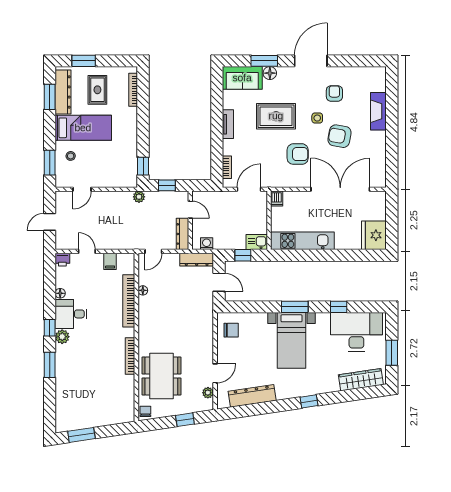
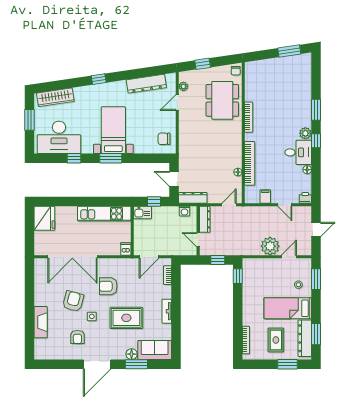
armchair: (340, 136) -> (73, 301), turned -85
plant: (139, 197) -> (270, 246), moved, width x1.88, depth x1.88

